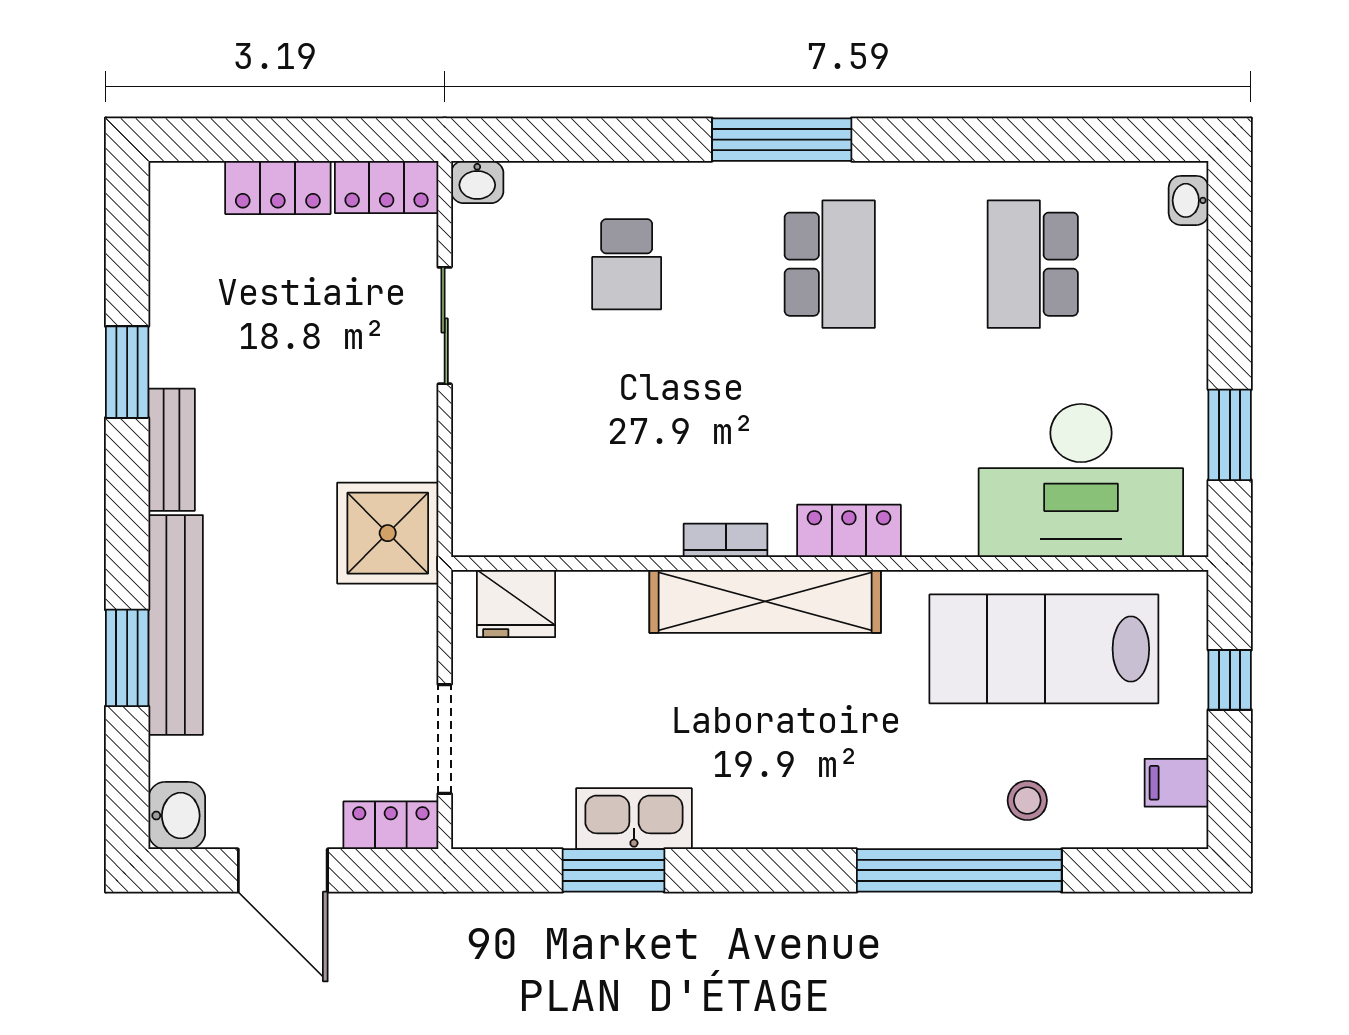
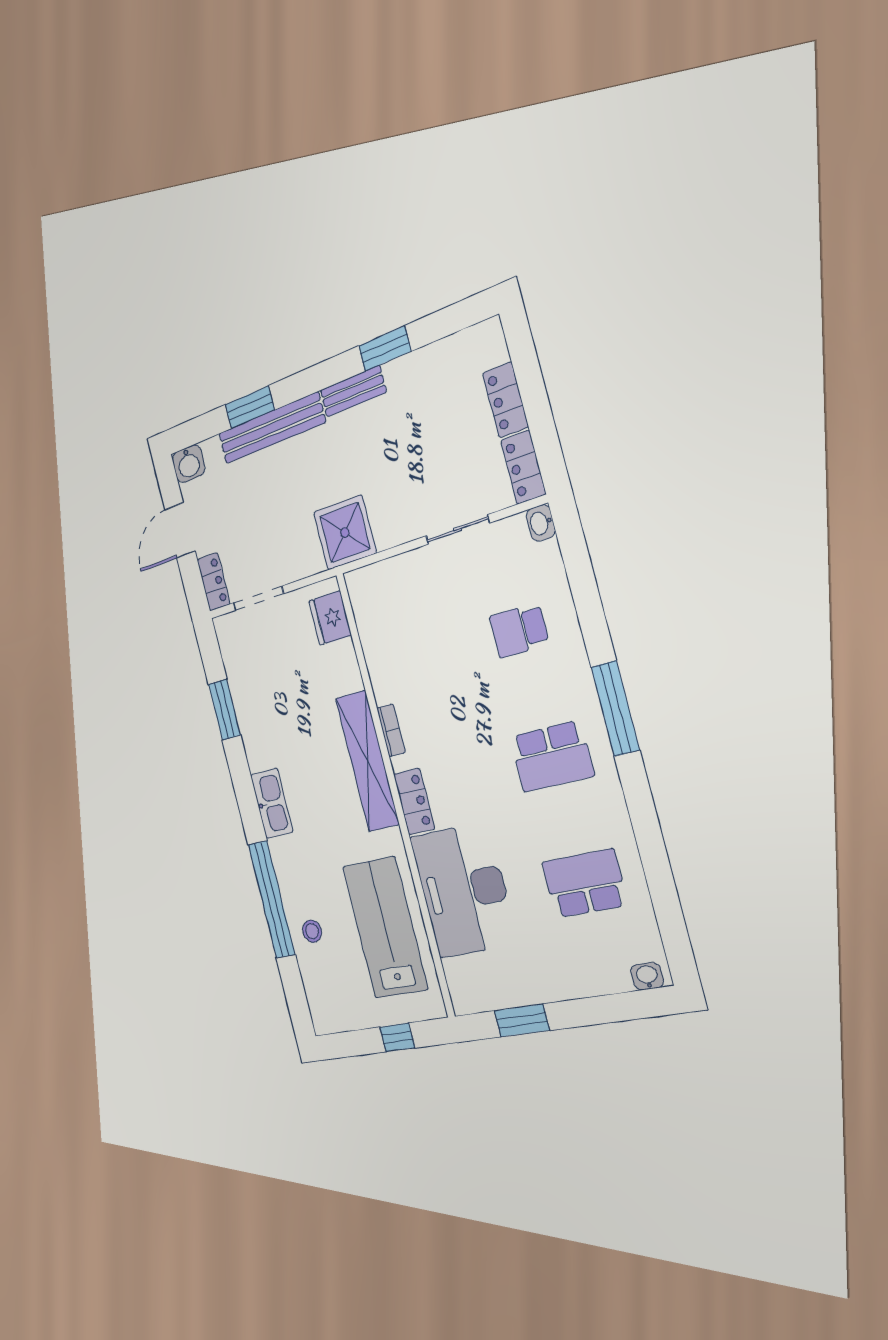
desk: (1081, 480) -> (464, 890), moved
filing cabinet: (1177, 783) -> (341, 1014), removed
kitchen sink: (634, 819) -> (272, 803), moved

